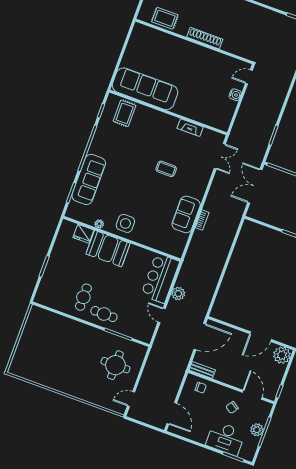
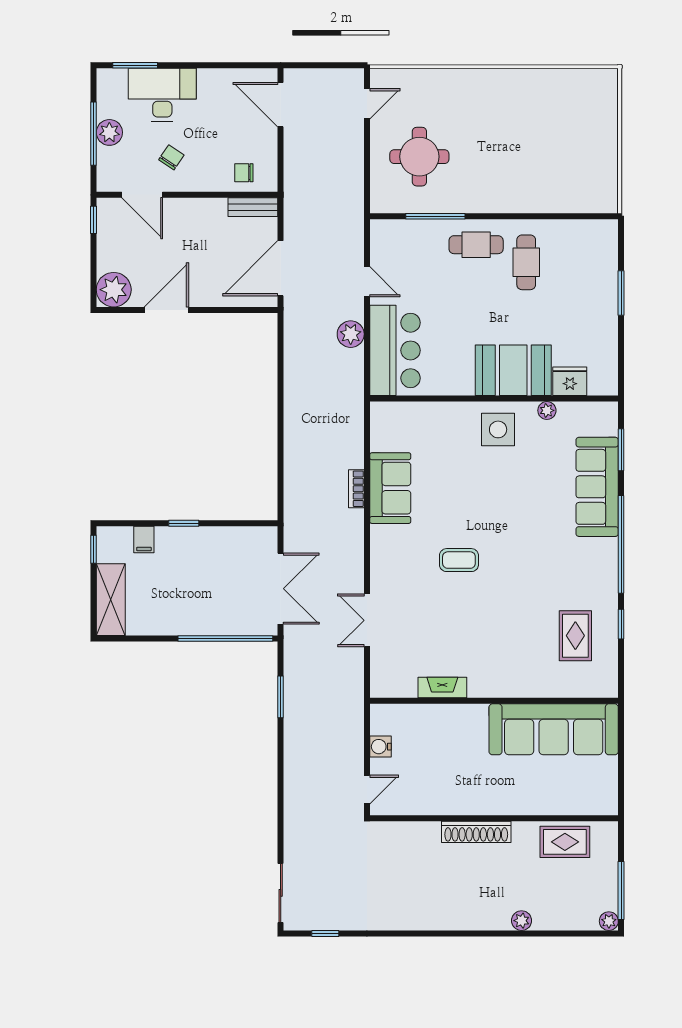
sofa: (145, 89) -> (554, 729), moved
wall: (168, 112) -> (494, 701), moved
fireplace: (190, 128) -> (442, 688), moved

